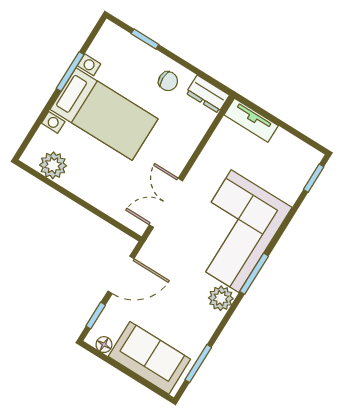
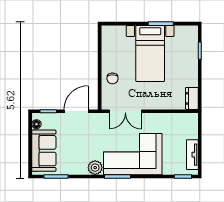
chair: (168, 81) -> (112, 78), moved
tv unit: (251, 120) -> (192, 155), moved
plant: (53, 165) -> (109, 44), removed
double door: (166, 203) -> (125, 111), swing flipped
door: (121, 275) -> (76, 111), swing flipped

